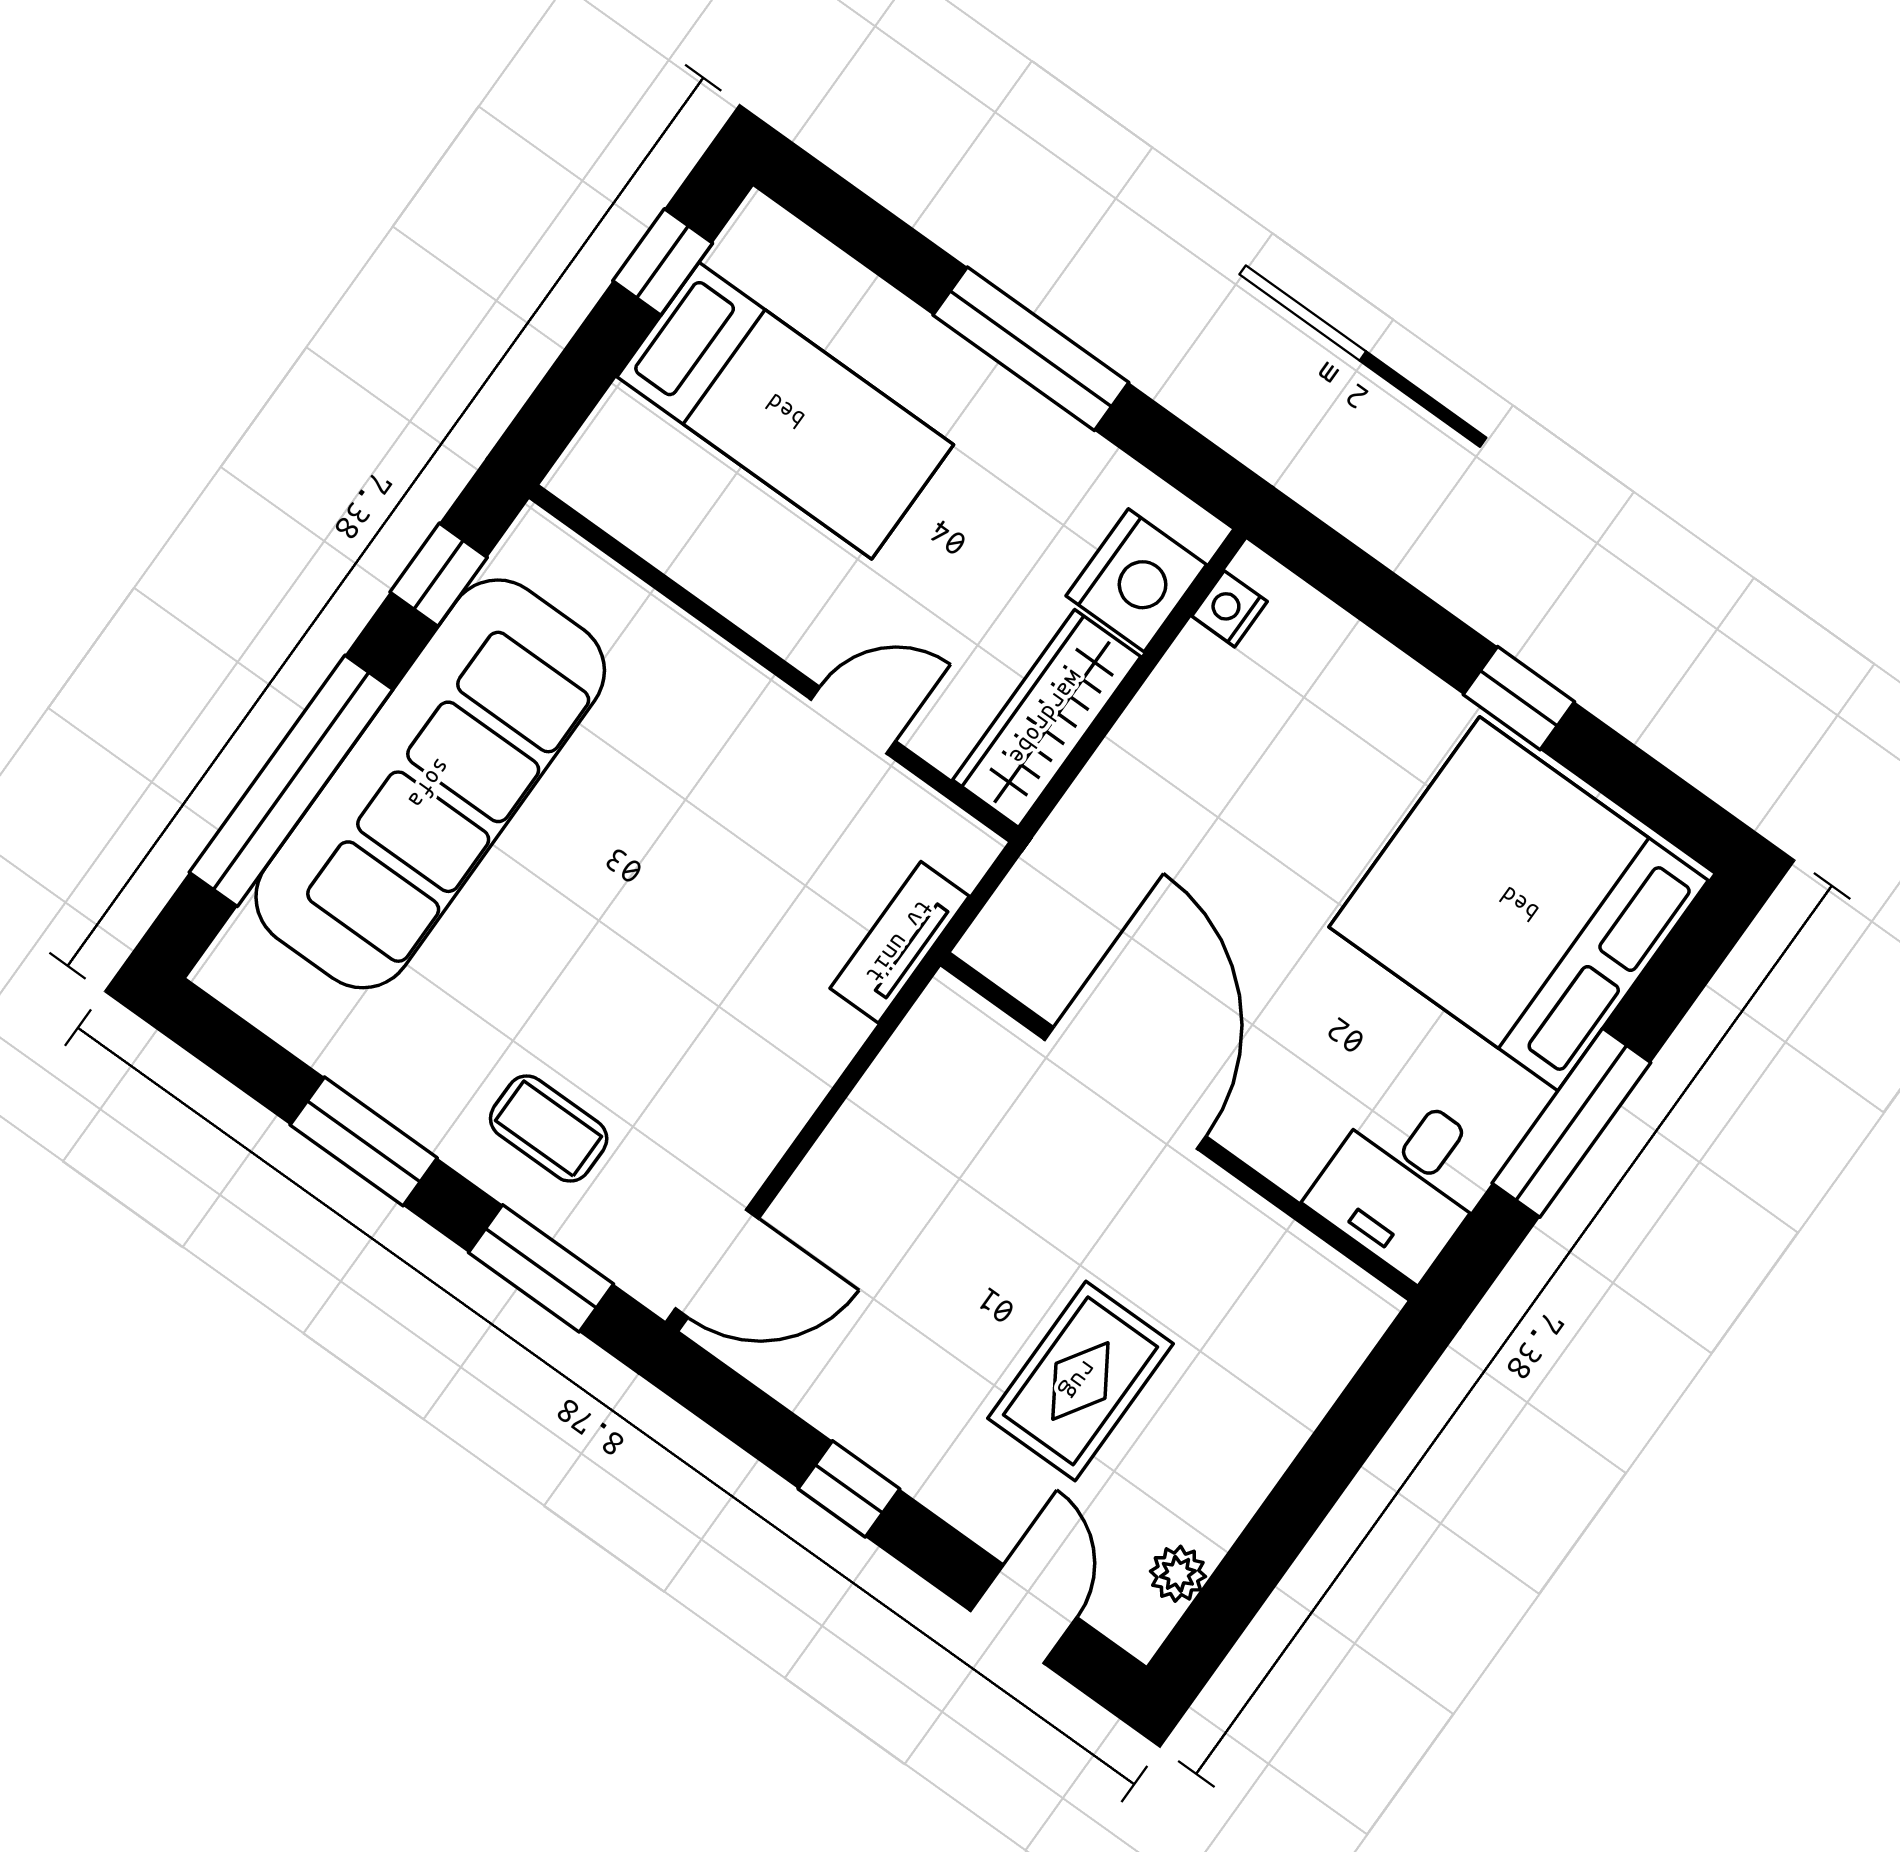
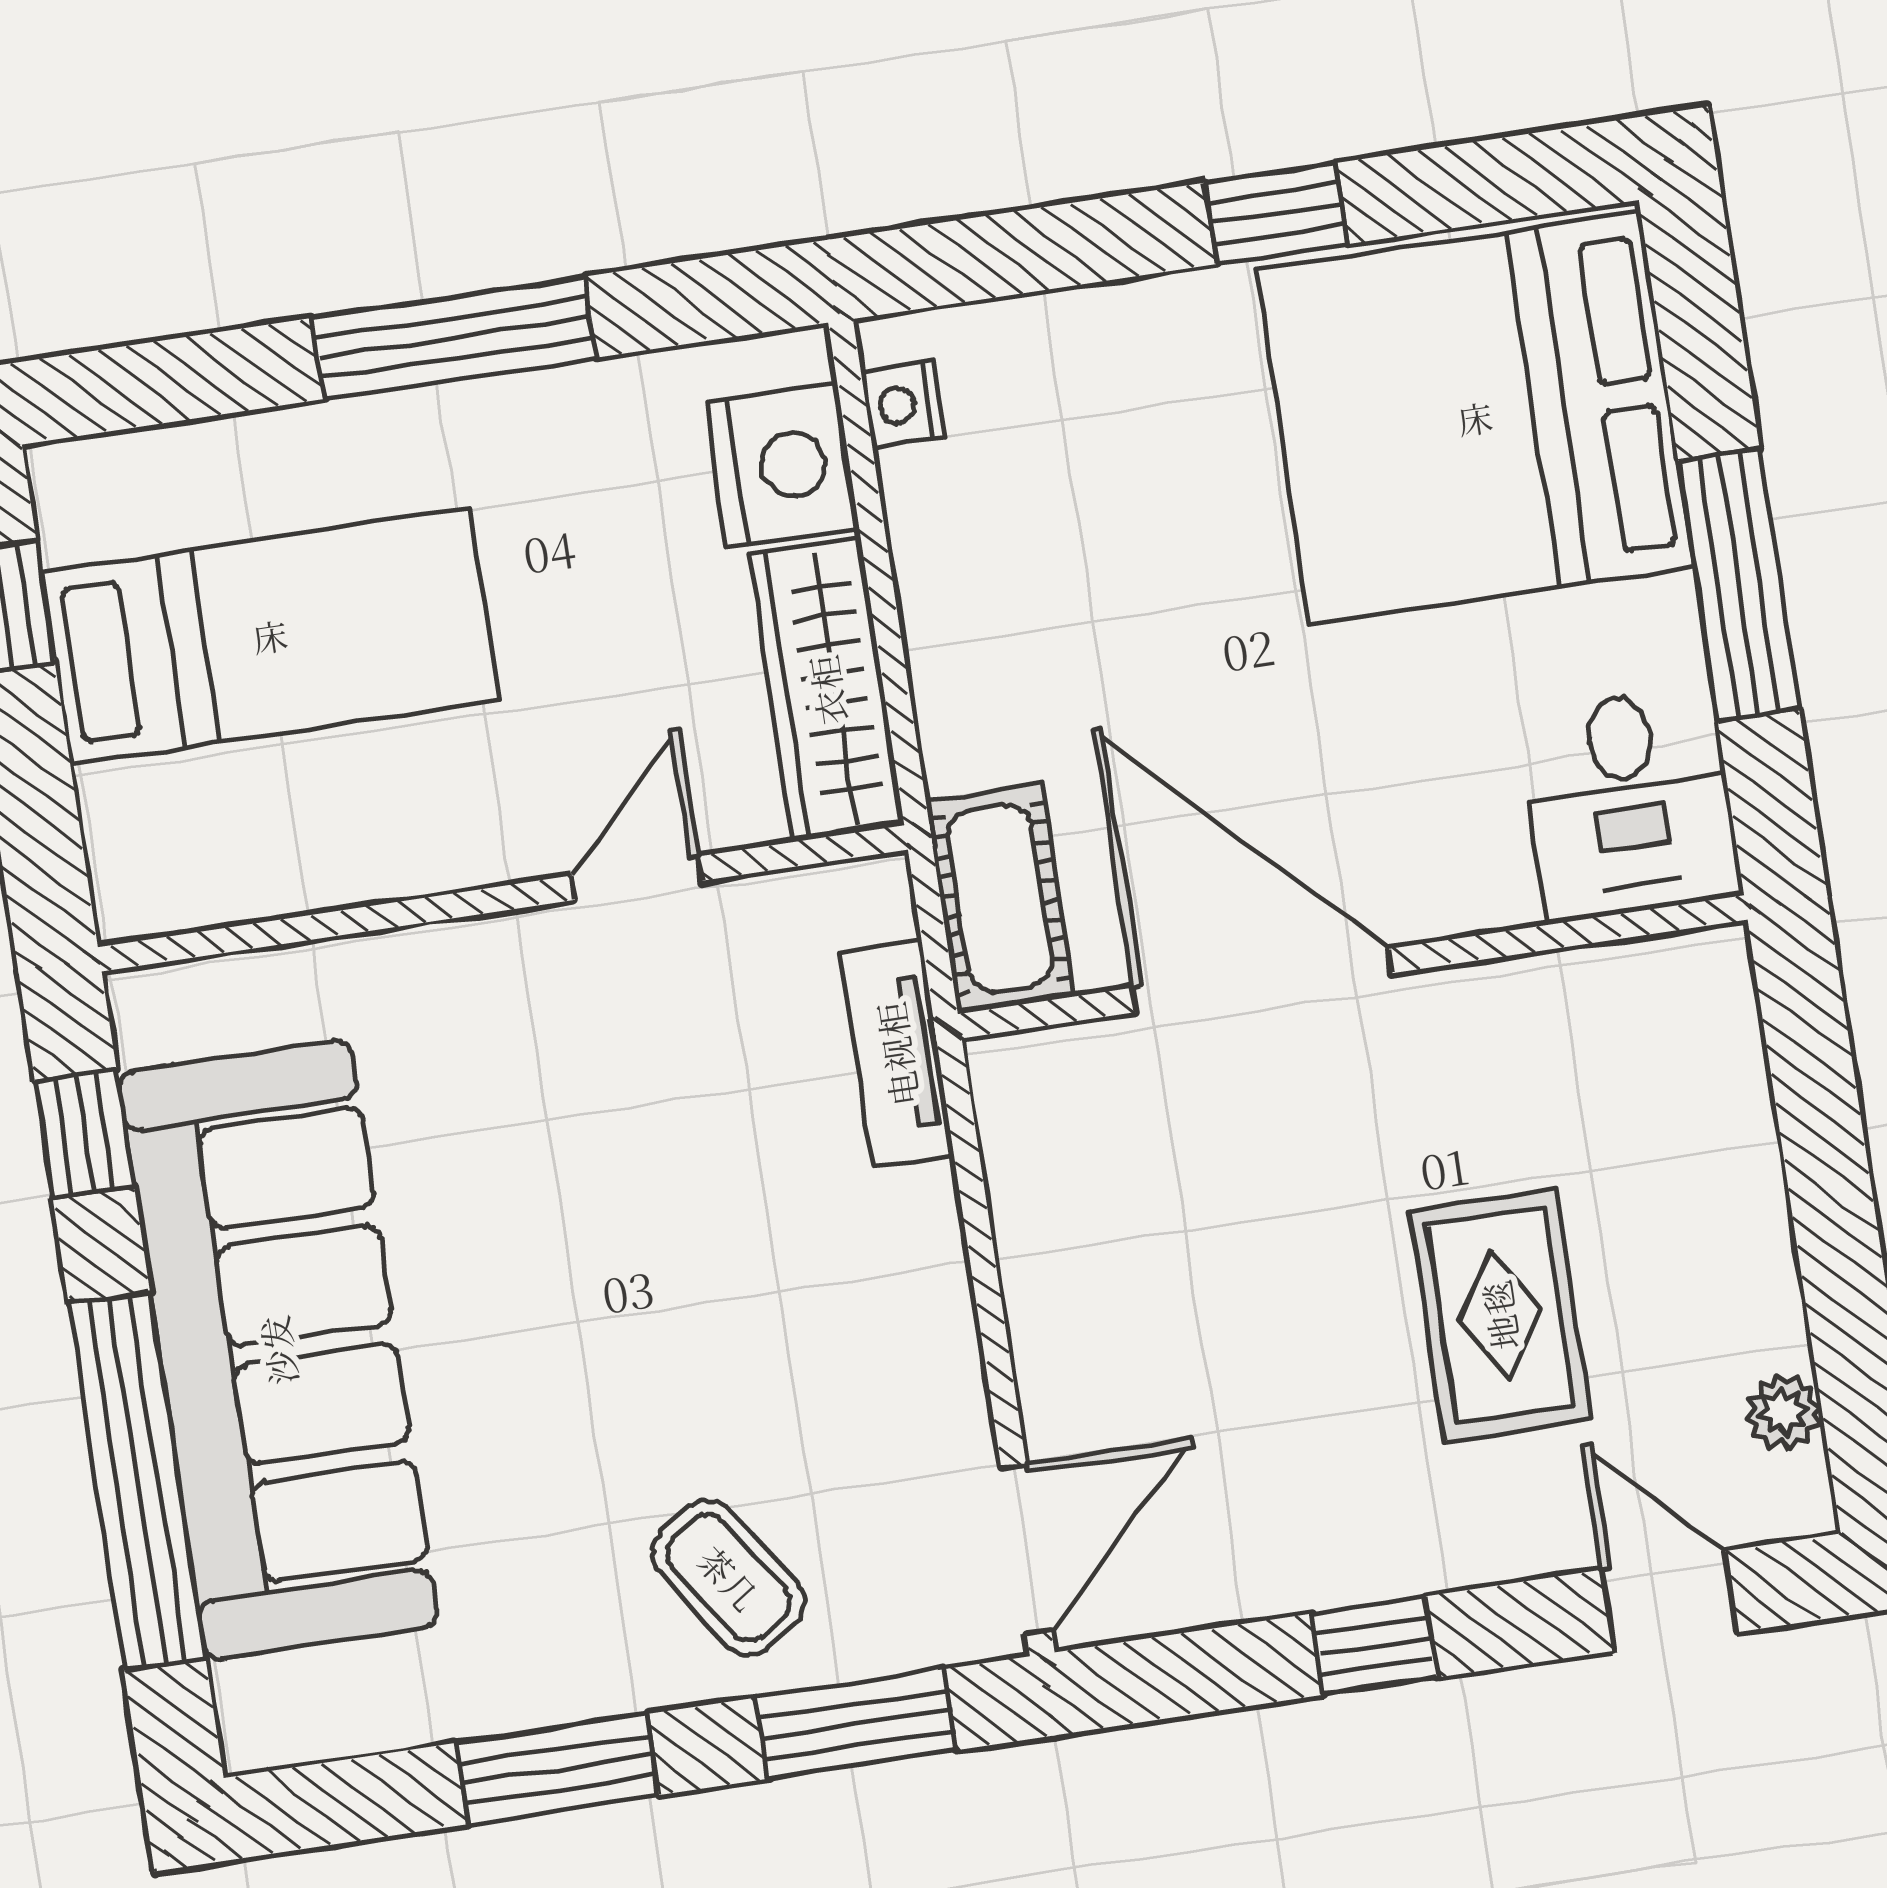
cot: (1031, 913) -> (1000, 898), added
coffee table: (549, 1129) -> (729, 1578), turned 56

